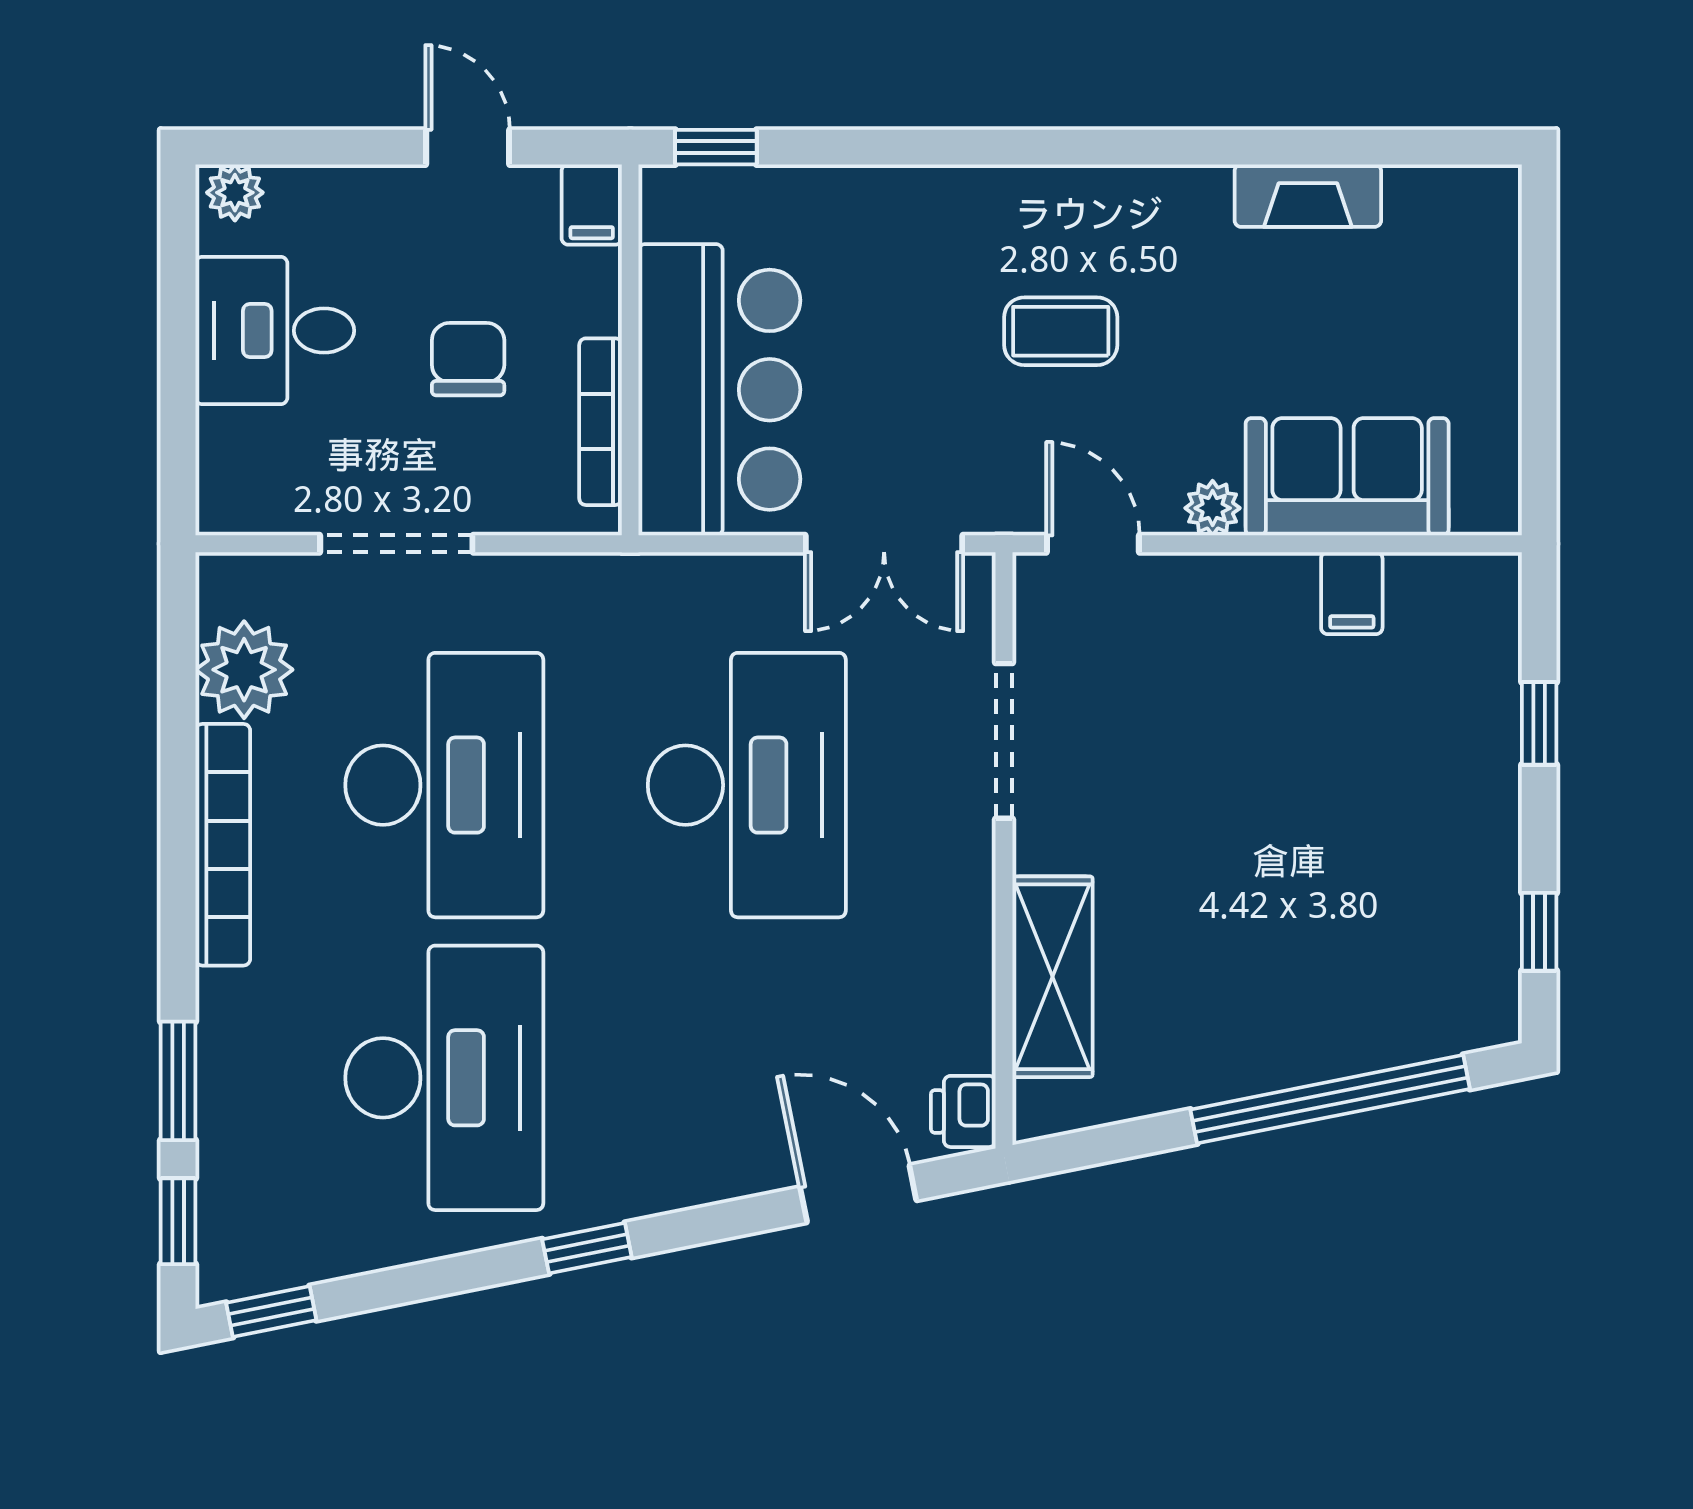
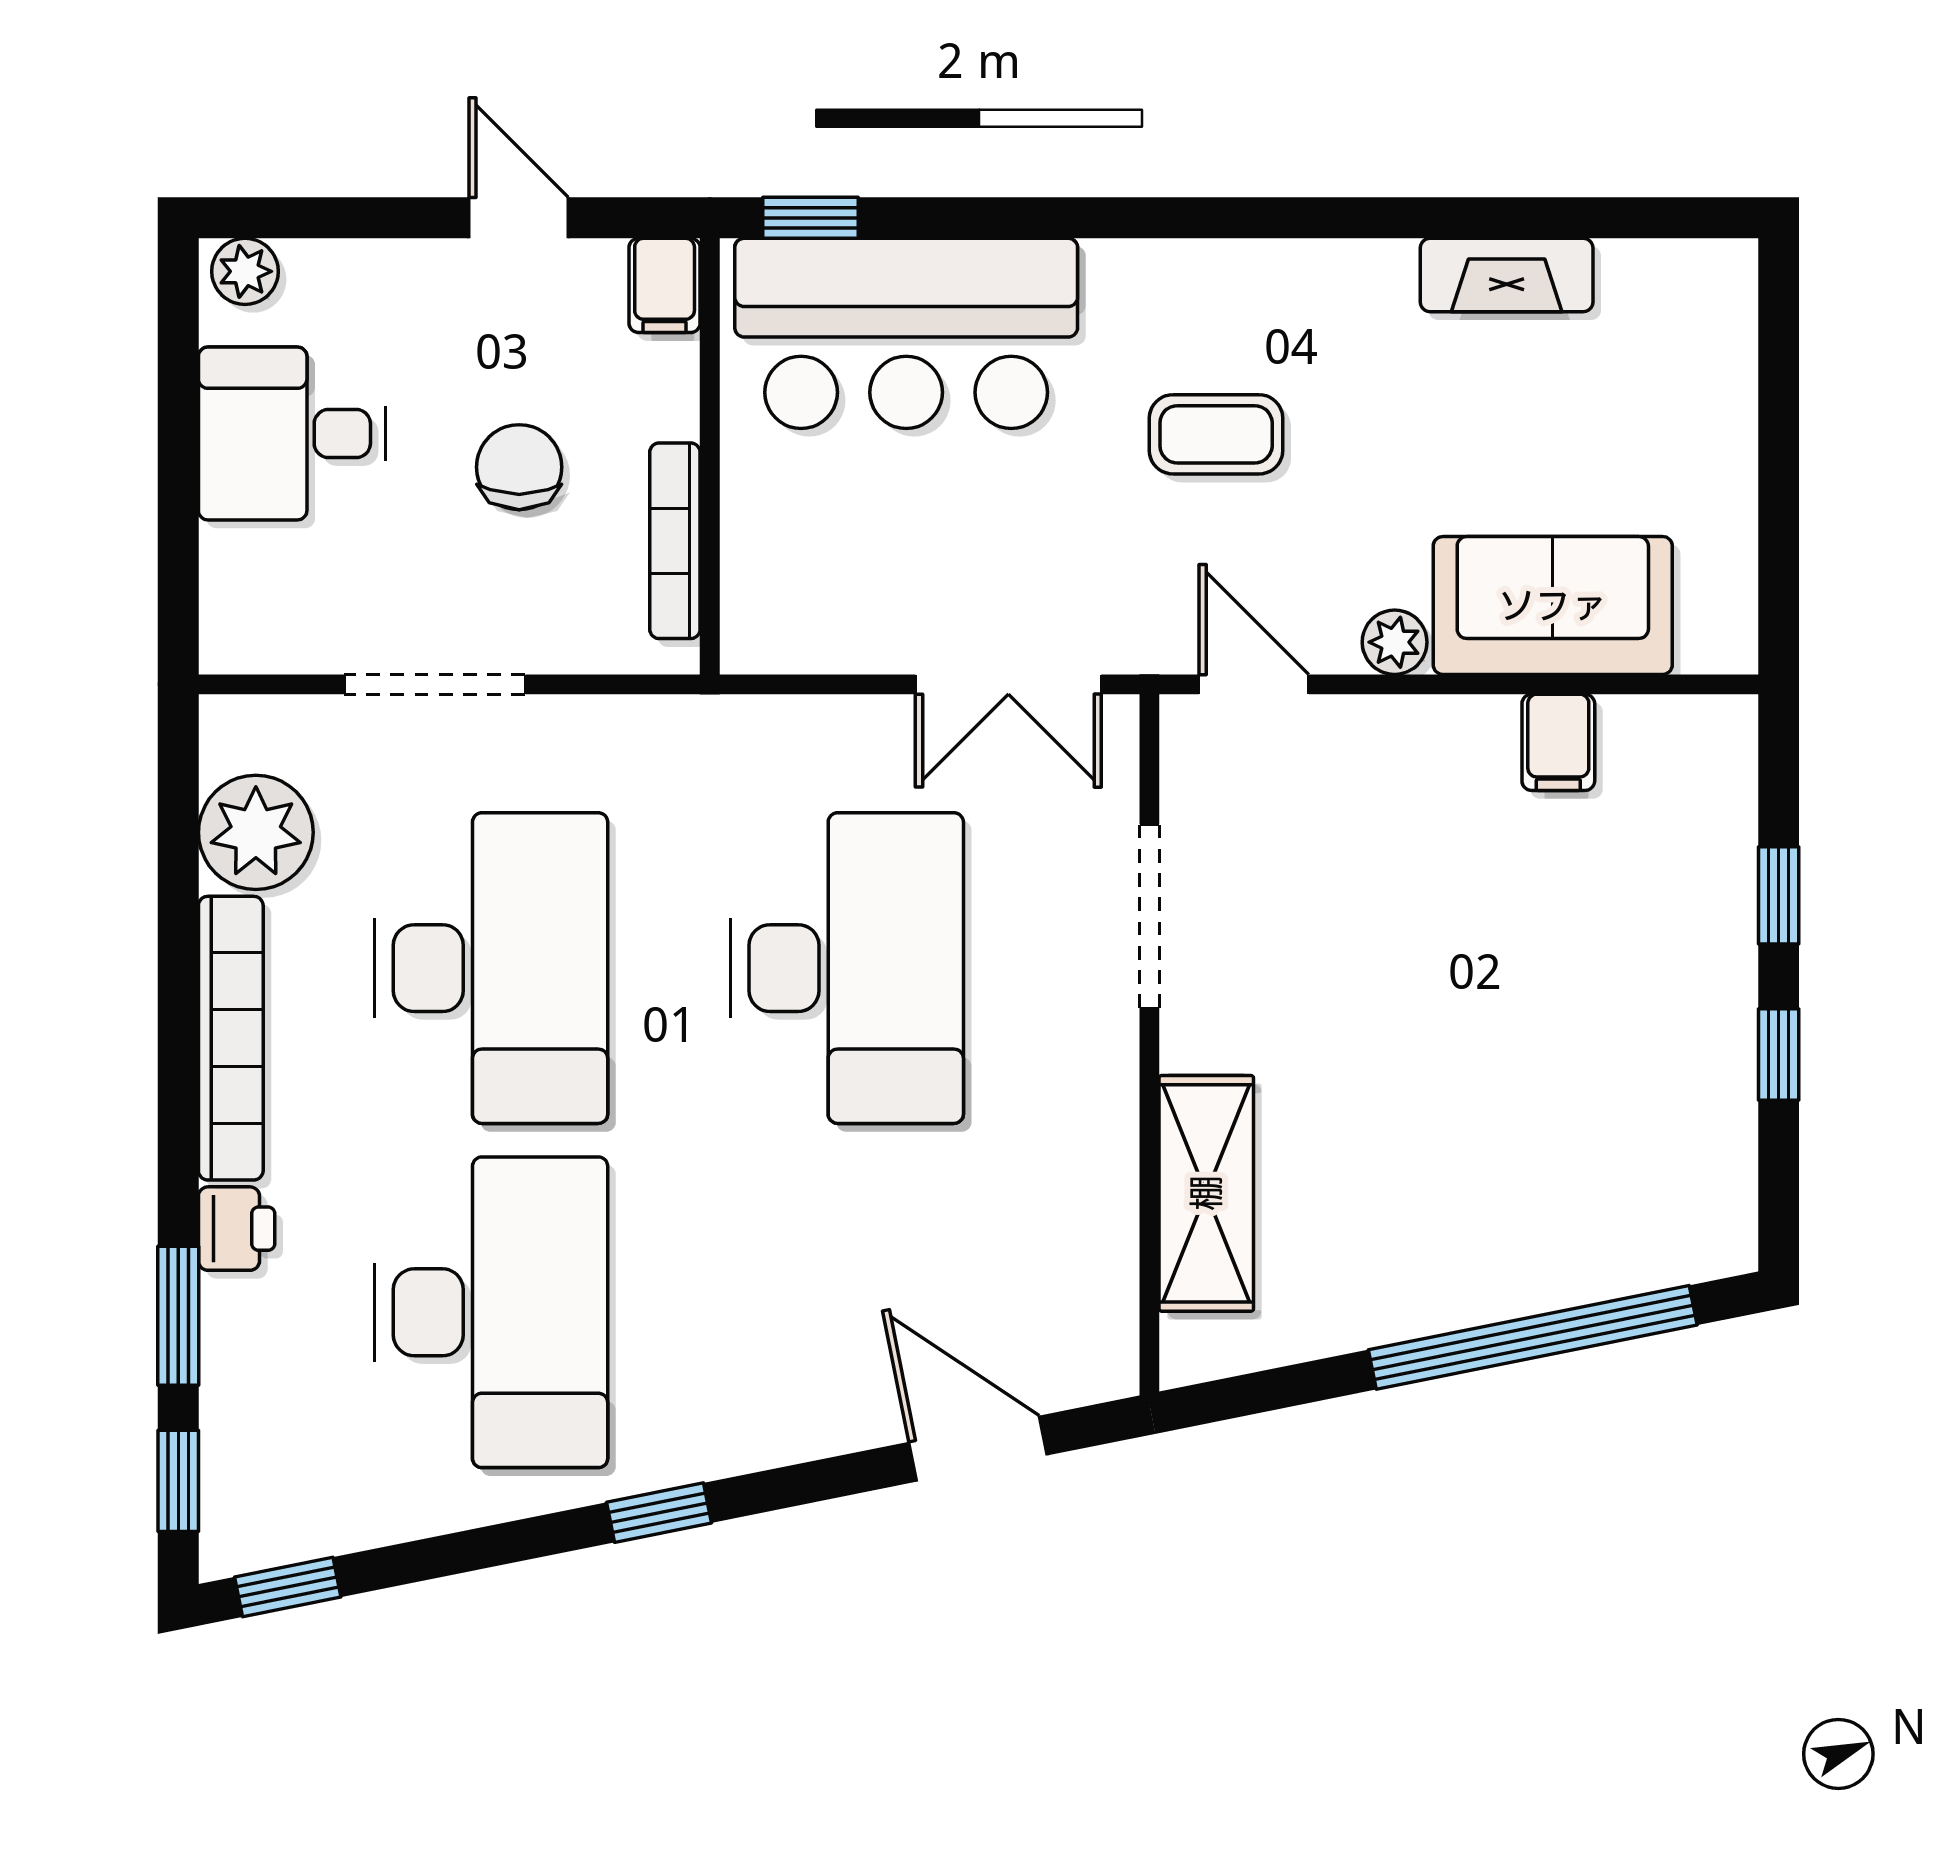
bar counter: (719, 390) -> (906, 333), moved, turned 90
window: (1539, 932) -> (1779, 1054), moved
printer: (963, 1111) -> (237, 1229), moved, turned 180

